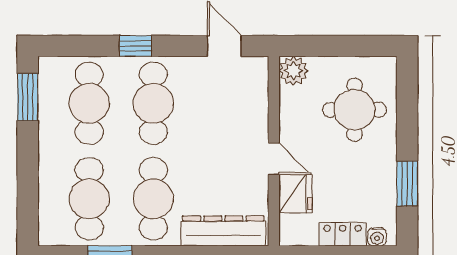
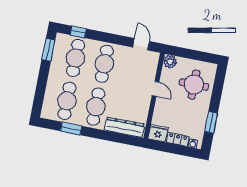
window: (136, 46) -> (78, 32), moved
door: (274, 159) -> (155, 89), moved
fridge: (295, 194) -> (158, 133), moved, turned -90

